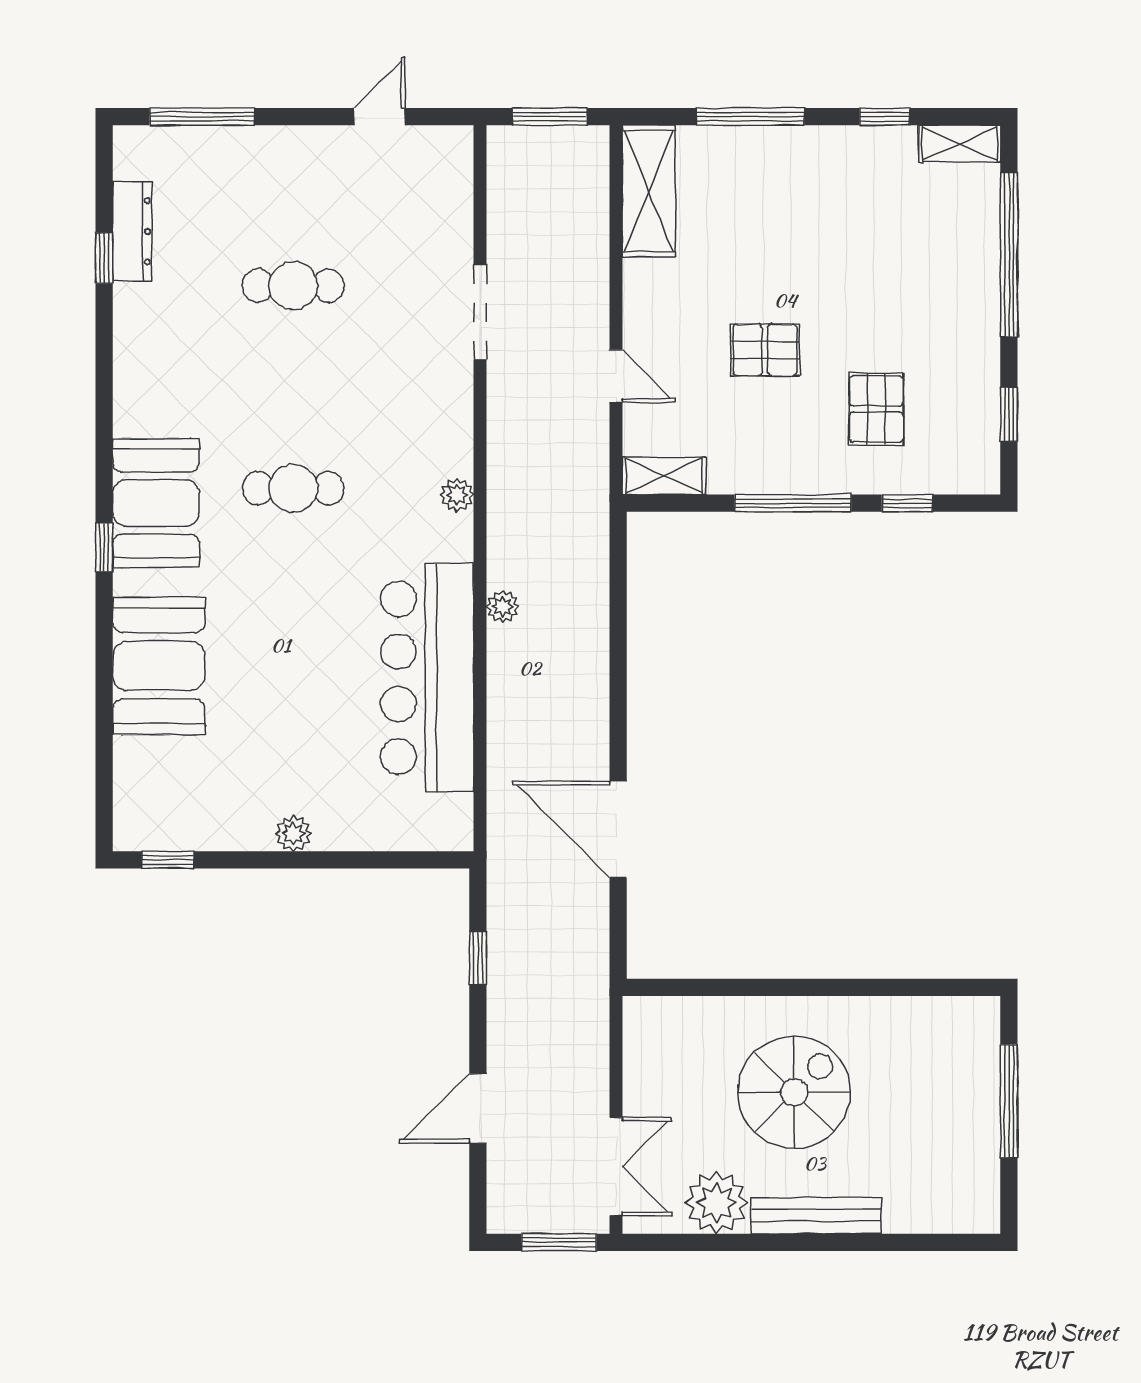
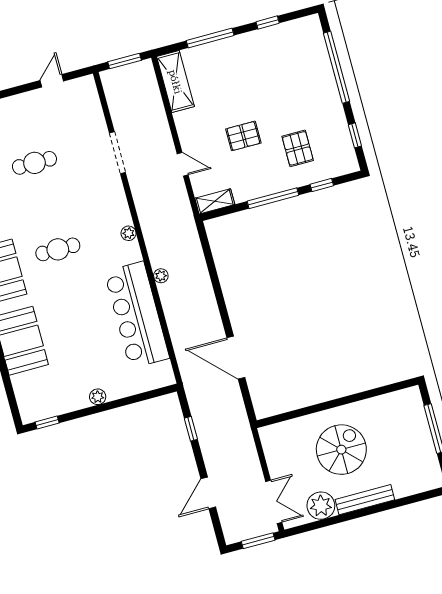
shelving: (960, 144) -> (303, 25), removed

